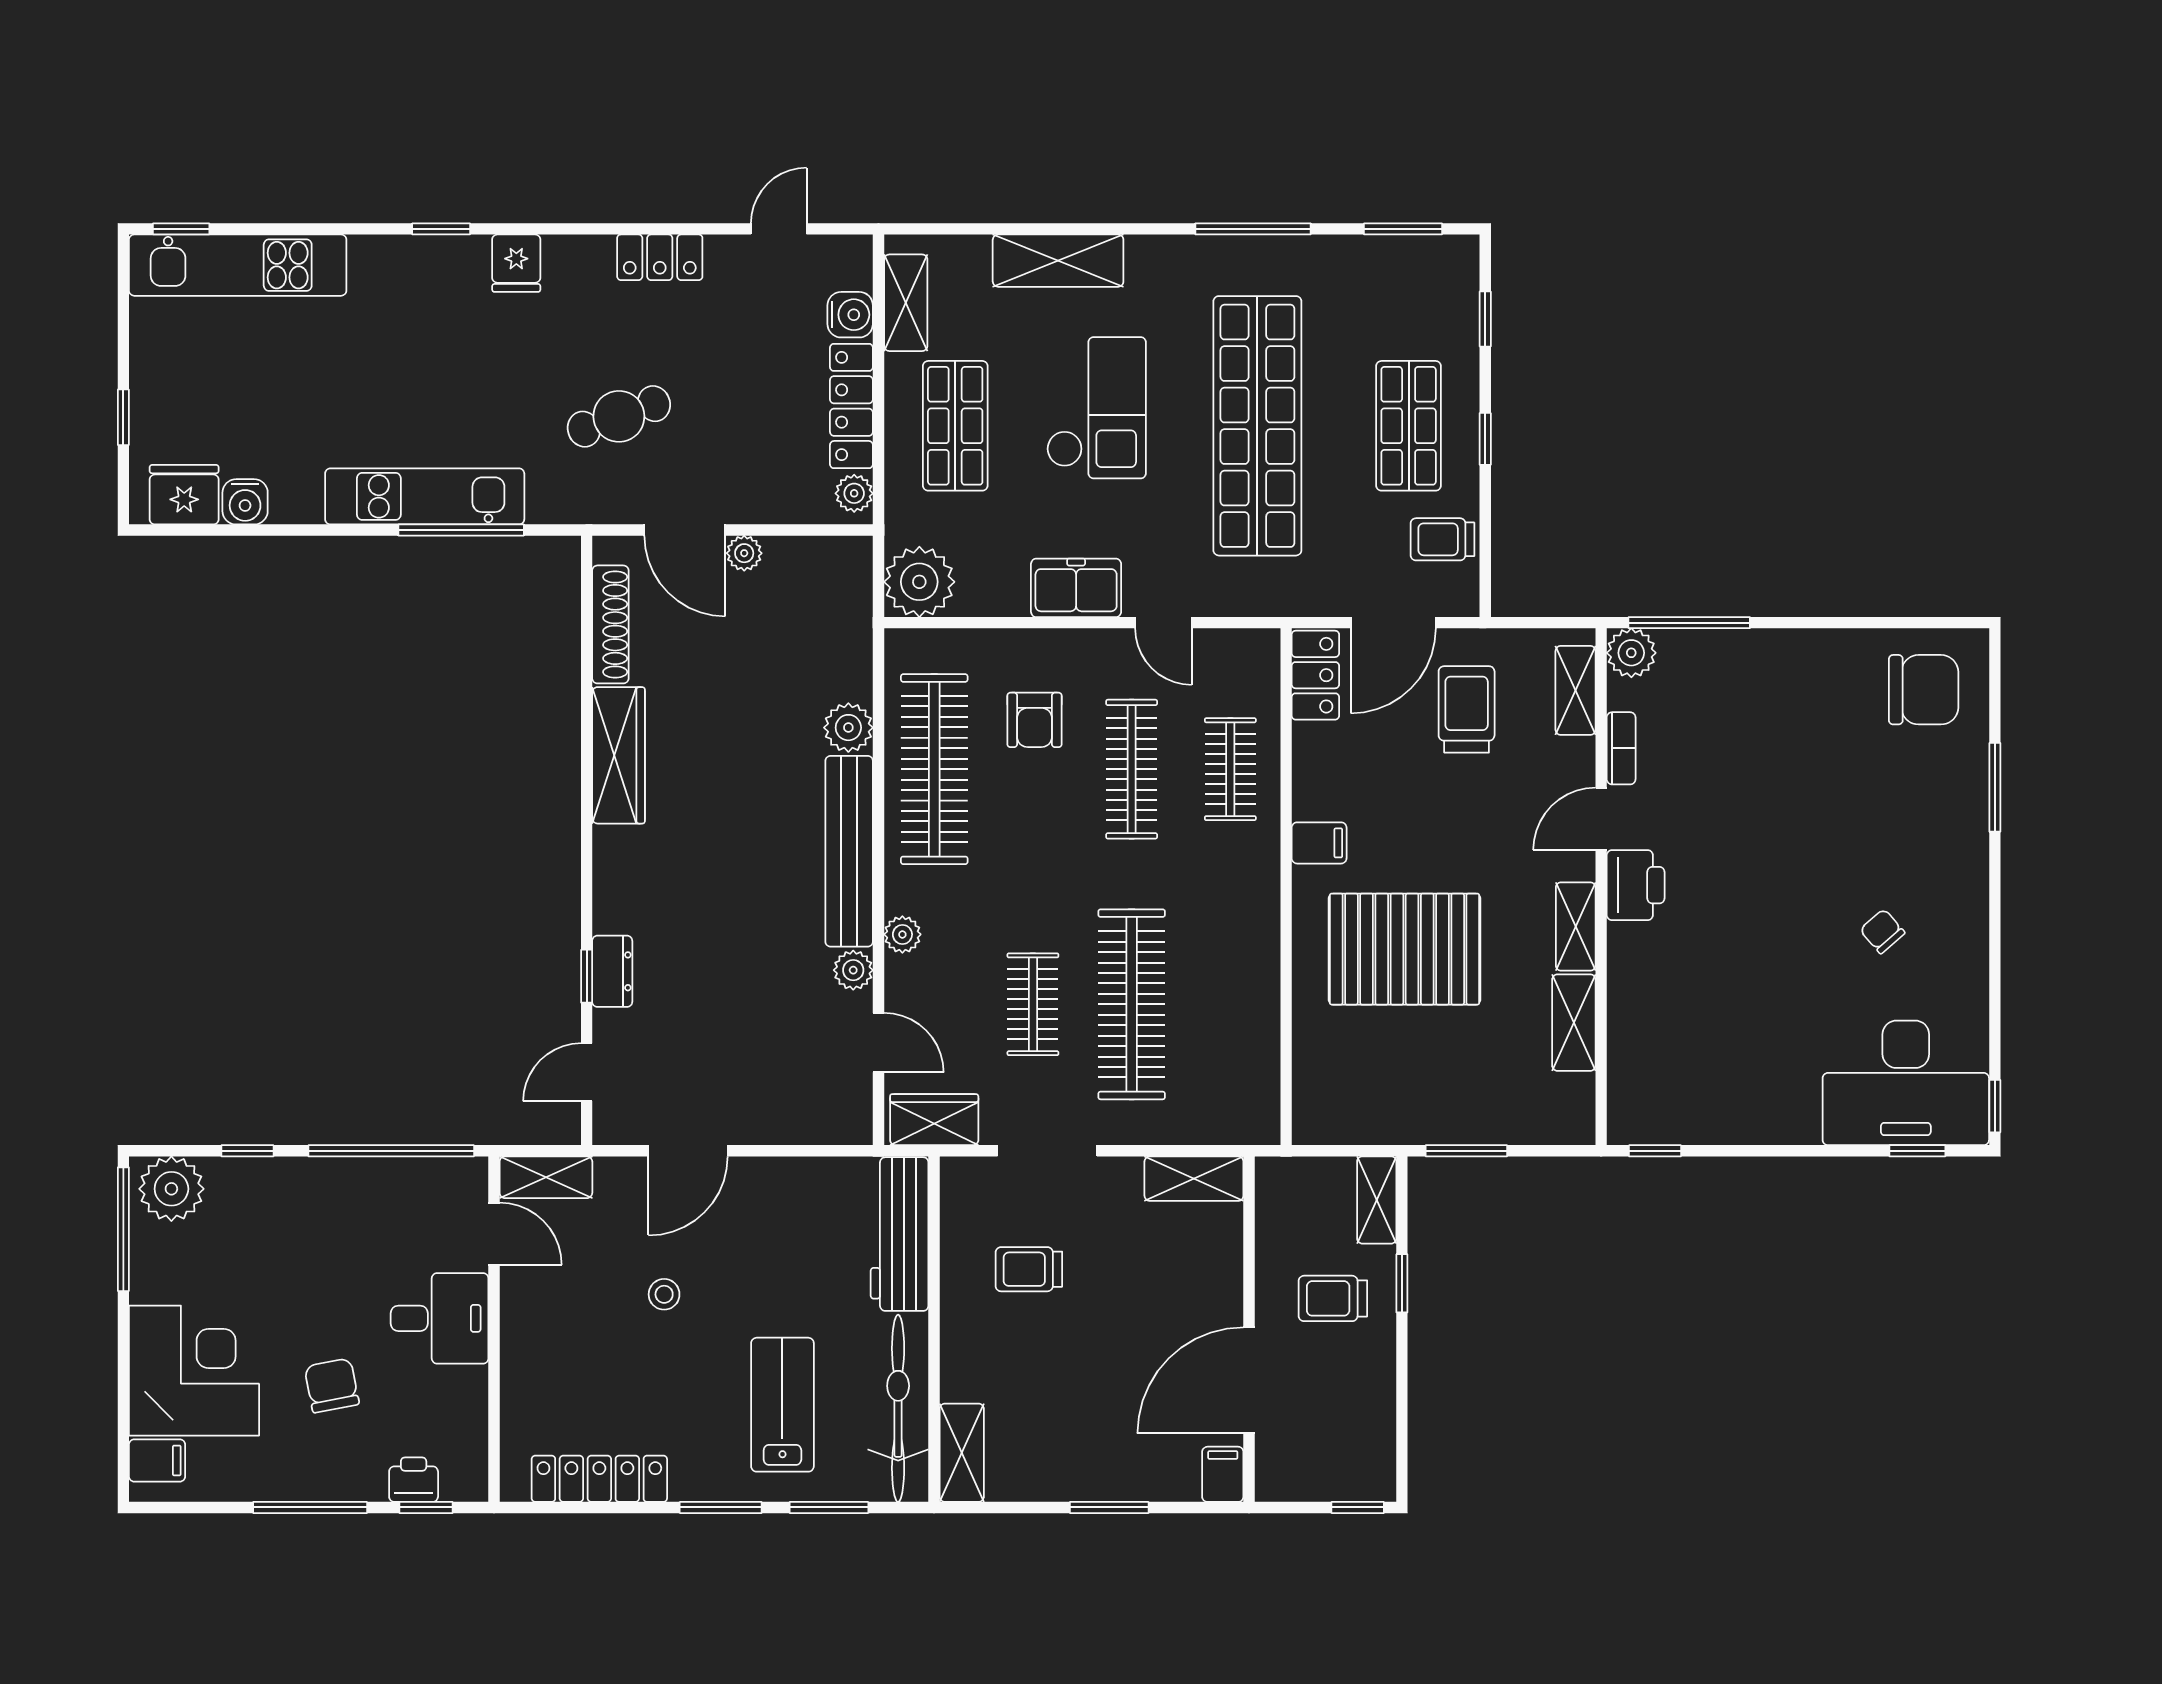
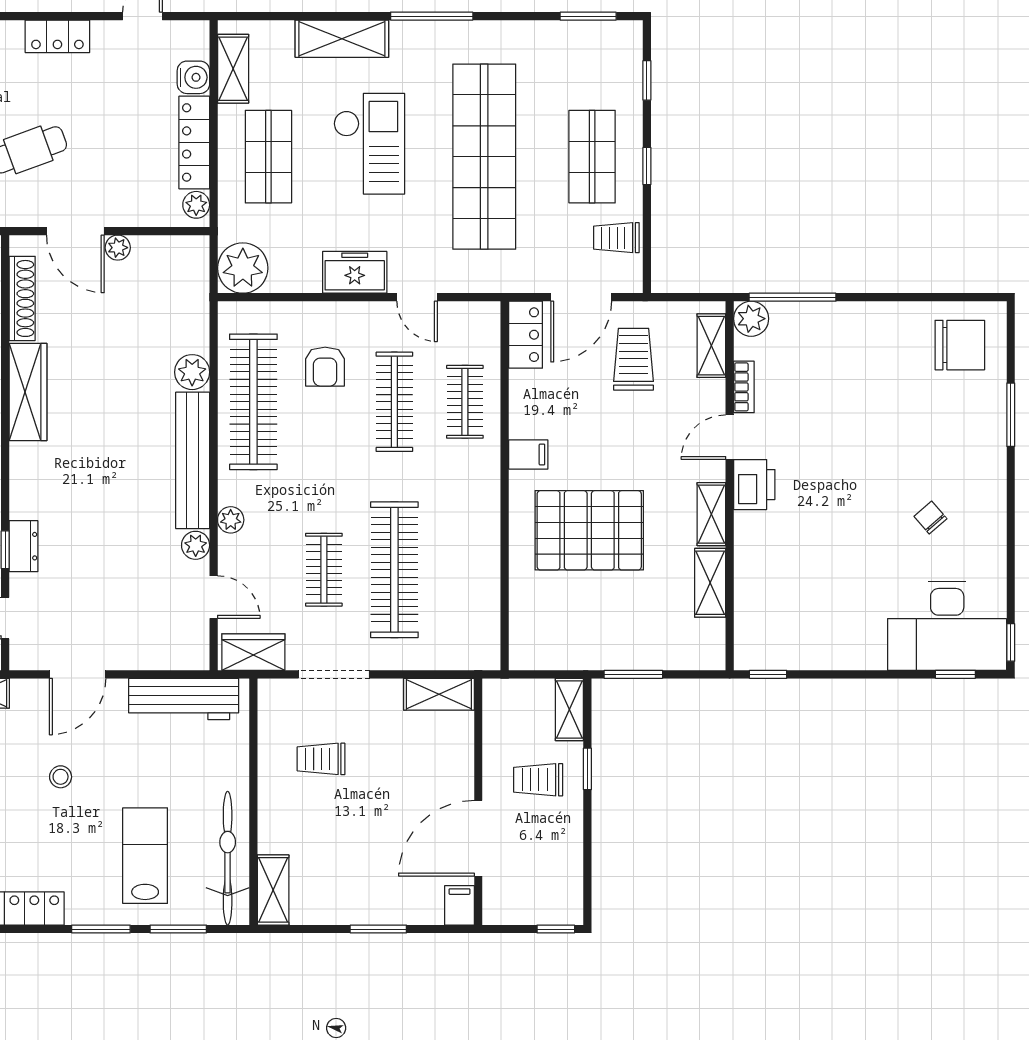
window: (1253, 229) -> (432, 16), moved
workbench: (900, 1234) -> (184, 699), moved, turned -90

